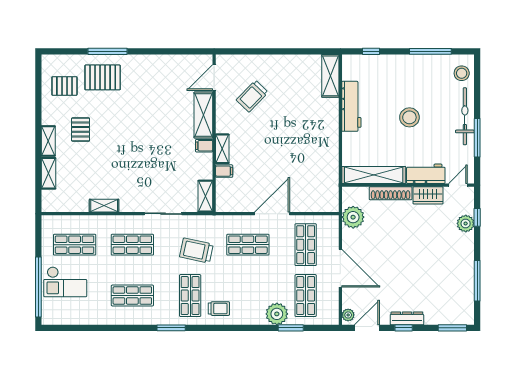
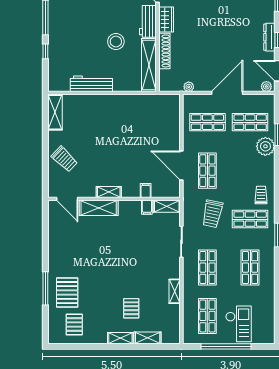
window: (371, 51) -> (45, 51), moved
shelving: (330, 76) -> (55, 112), moved, turned 90
trolley: (252, 96) -> (64, 159), moved
stool: (409, 117) -> (116, 42), moved
pallet: (81, 129) -> (131, 308), moved, turned 90
filing cabinet: (204, 146) -> (147, 207), moved
shelving: (222, 149) -> (109, 192), moved
door: (272, 214) -> (181, 166), moved
plant: (353, 217) -> (189, 87), width x0.53, depth x0.53
window: (38, 287) -> (226, 346), moved

